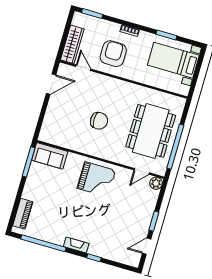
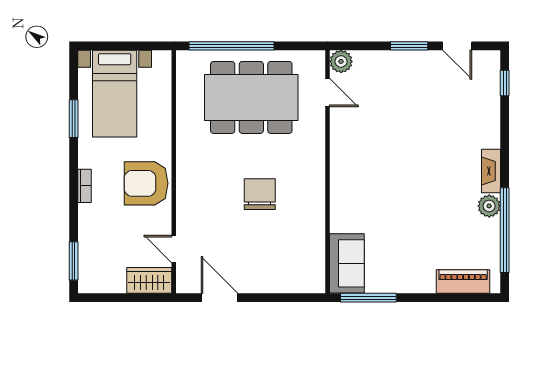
wardrobe: (72, 44) -> (149, 280), width x0.67
armchair: (113, 54) -> (146, 183), moved
door: (83, 68) -> (174, 249), hinge flipped
window: (175, 147) -> (232, 46), moved
grand piano: (96, 179) -> (365, 169), removed
plant: (58, 239) -> (489, 206), added
window: (94, 258) -> (505, 83), moved

